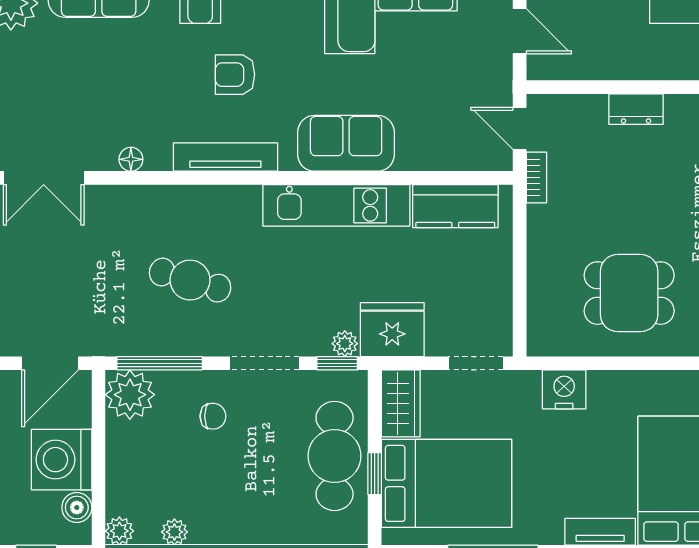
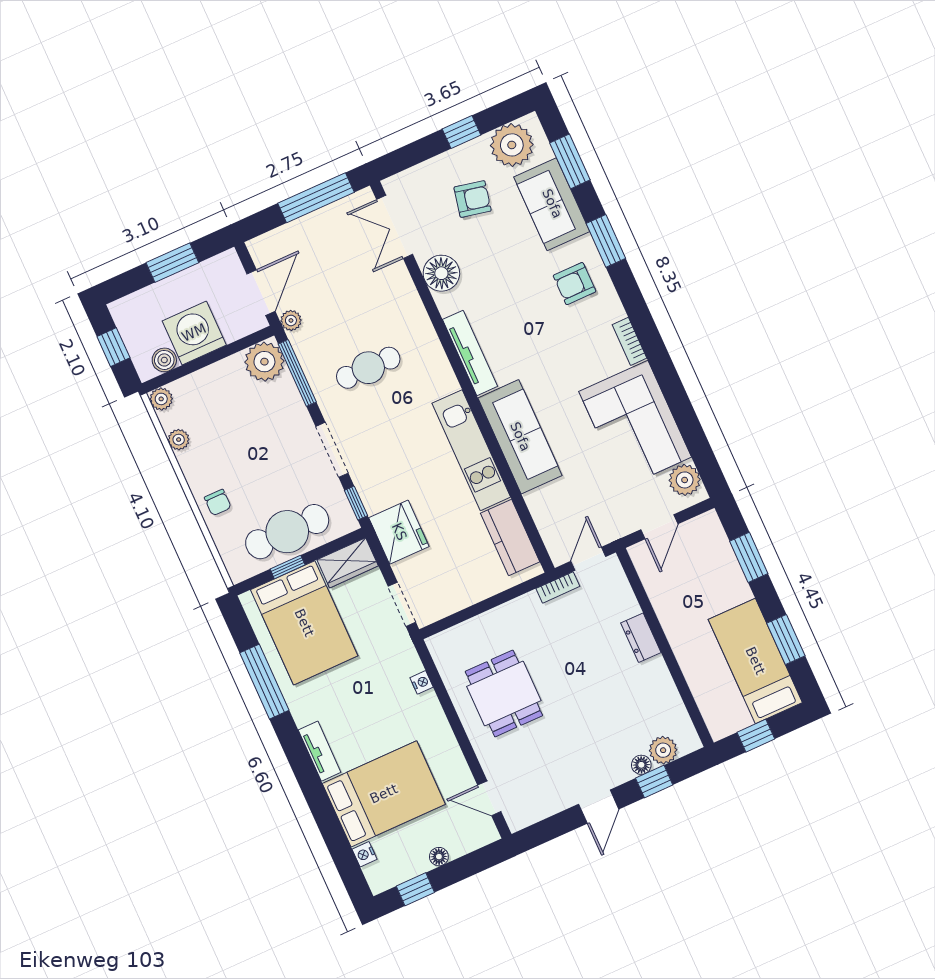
armchair: (235, 75) -> (473, 199), moved, turned 102
sofa: (346, 143) -> (520, 437), width x1.36
floor lamp: (131, 159) -> (441, 273), width x1.89, depth x1.89
cafe table: (190, 280) -> (368, 368), turned 74
plant: (345, 344) -> (291, 320), moved
door: (50, 363) -> (261, 293), swing flipped
nightstand: (564, 389) -> (422, 682), width x0.53, depth x0.56
chair: (213, 416) -> (218, 502), moved

